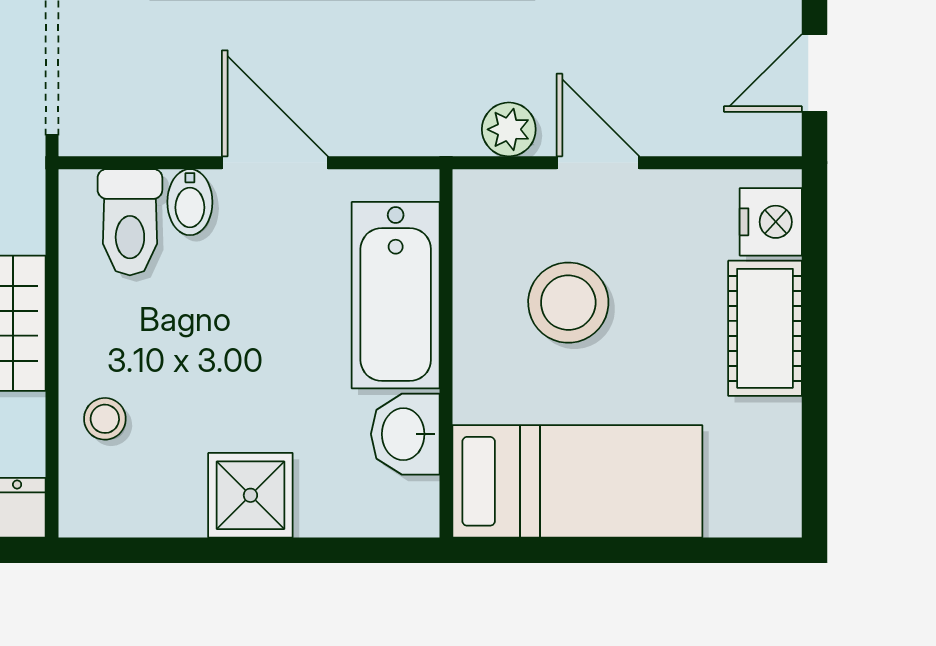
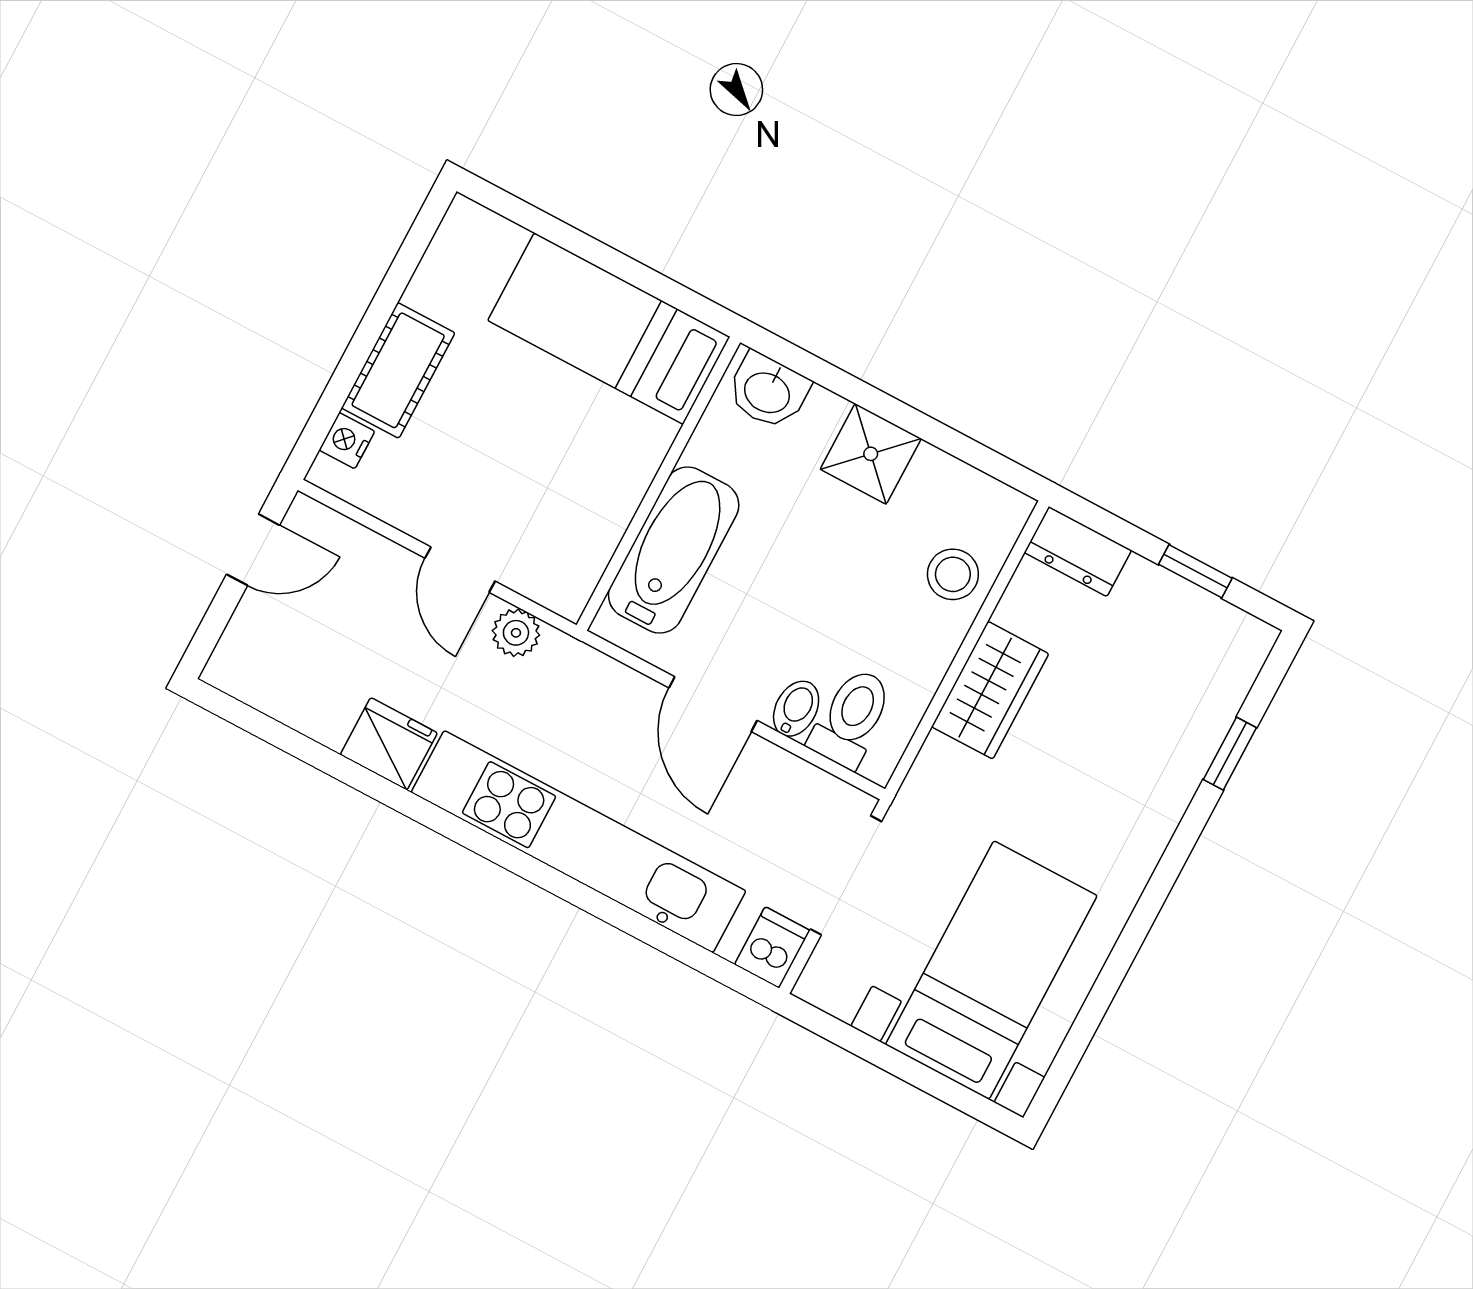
nightstand: (771, 222) -> (347, 441), width x0.72, depth x0.74
stool: (568, 303) -> (542, 472), removed
stool: (105, 419) -> (953, 574), width x1.37, depth x1.37
washbasin: (405, 434) -> (768, 391), moved, turned 90

